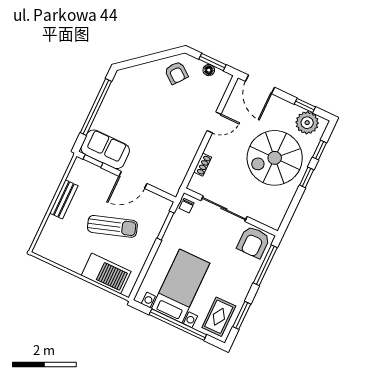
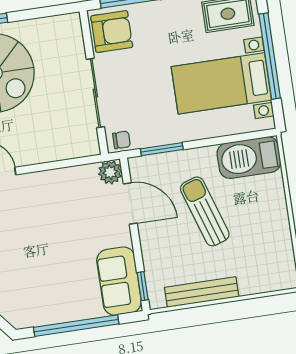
shoe rack: (203, 165) -> (60, 153), removed
door: (133, 180) -> (130, 204), moved
plant: (172, 186) -> (110, 172), added
bench: (64, 199) -> (202, 292), width x1.36
barbecue: (106, 274) -> (249, 158), moved, turned -90

